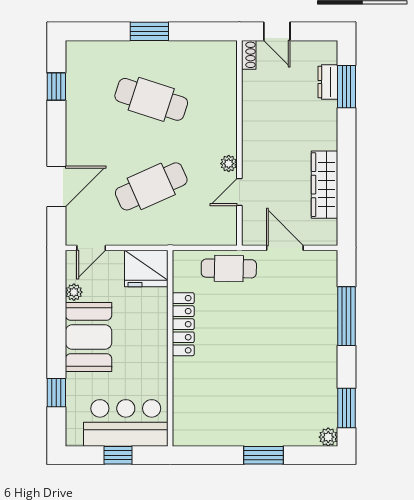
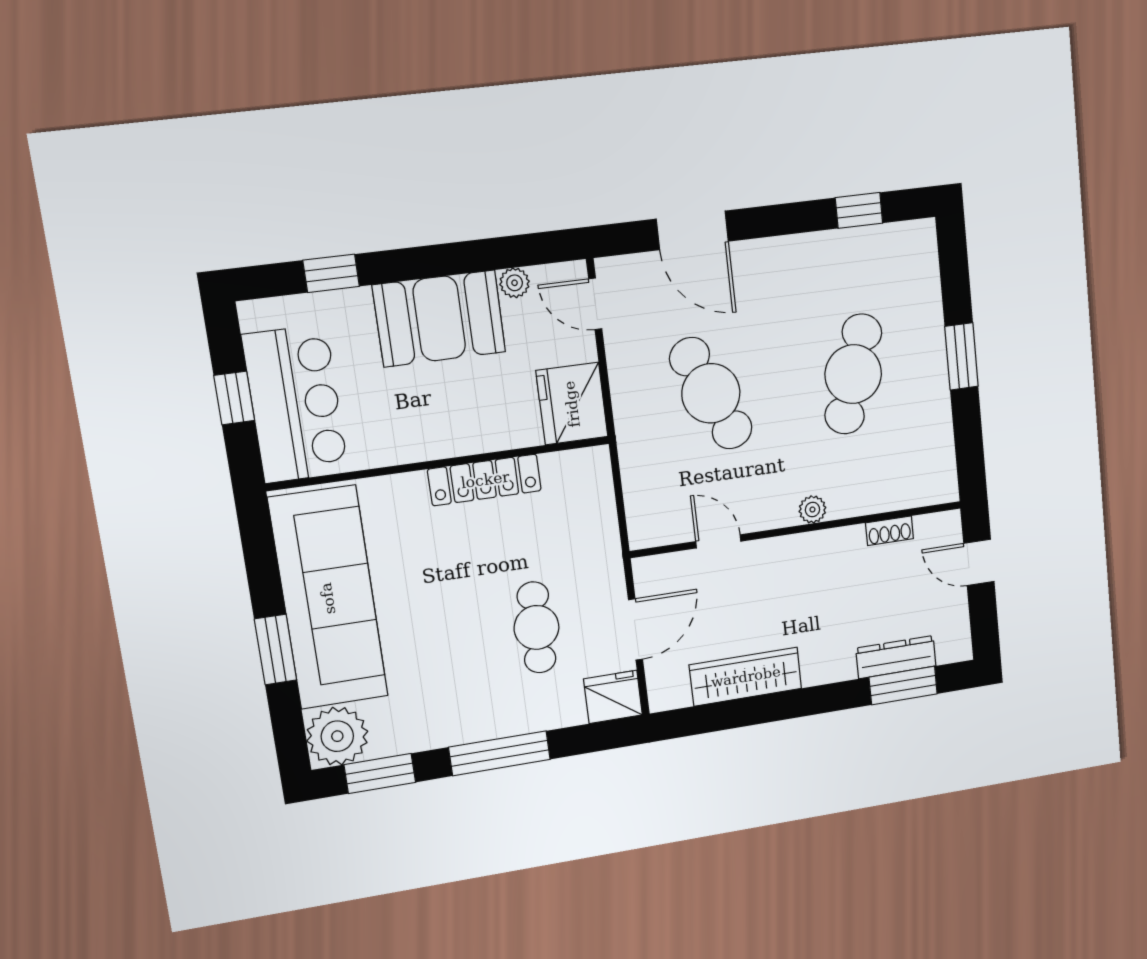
door: (277, 31) -> (979, 562), hinge flipped
shoe rack: (249, 55) -> (890, 531), moved
dresser: (328, 82) -> (896, 657), width x1.44
plant: (229, 164) -> (812, 510), moved
fridge: (324, 266) -> (613, 697), added
cafe table: (229, 268) -> (536, 627), moved
window: (346, 316) -> (499, 753), moved
sofa: (238, 422) -> (328, 598), added
plant: (328, 437) -> (337, 736), width x1.87, depth x1.87

